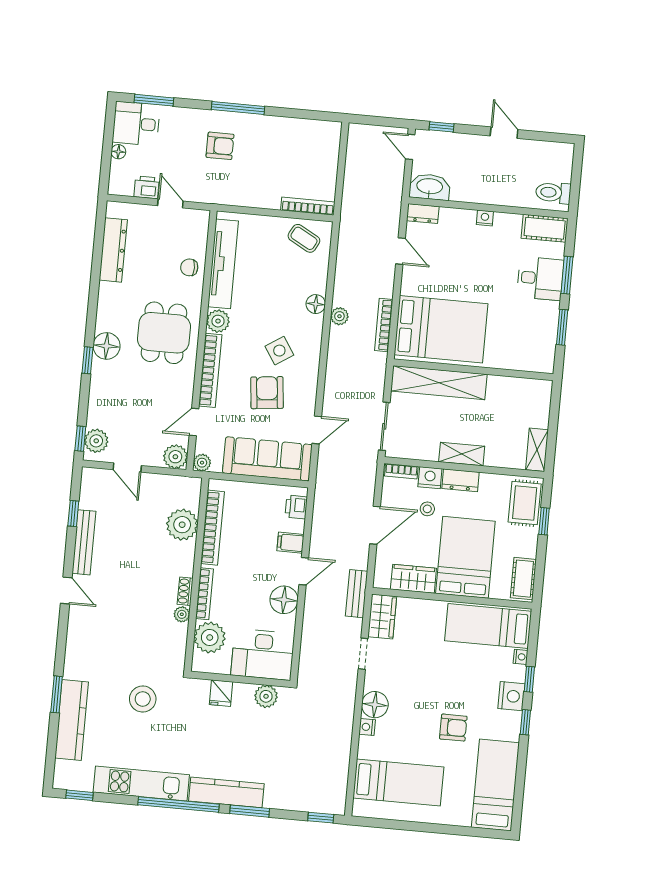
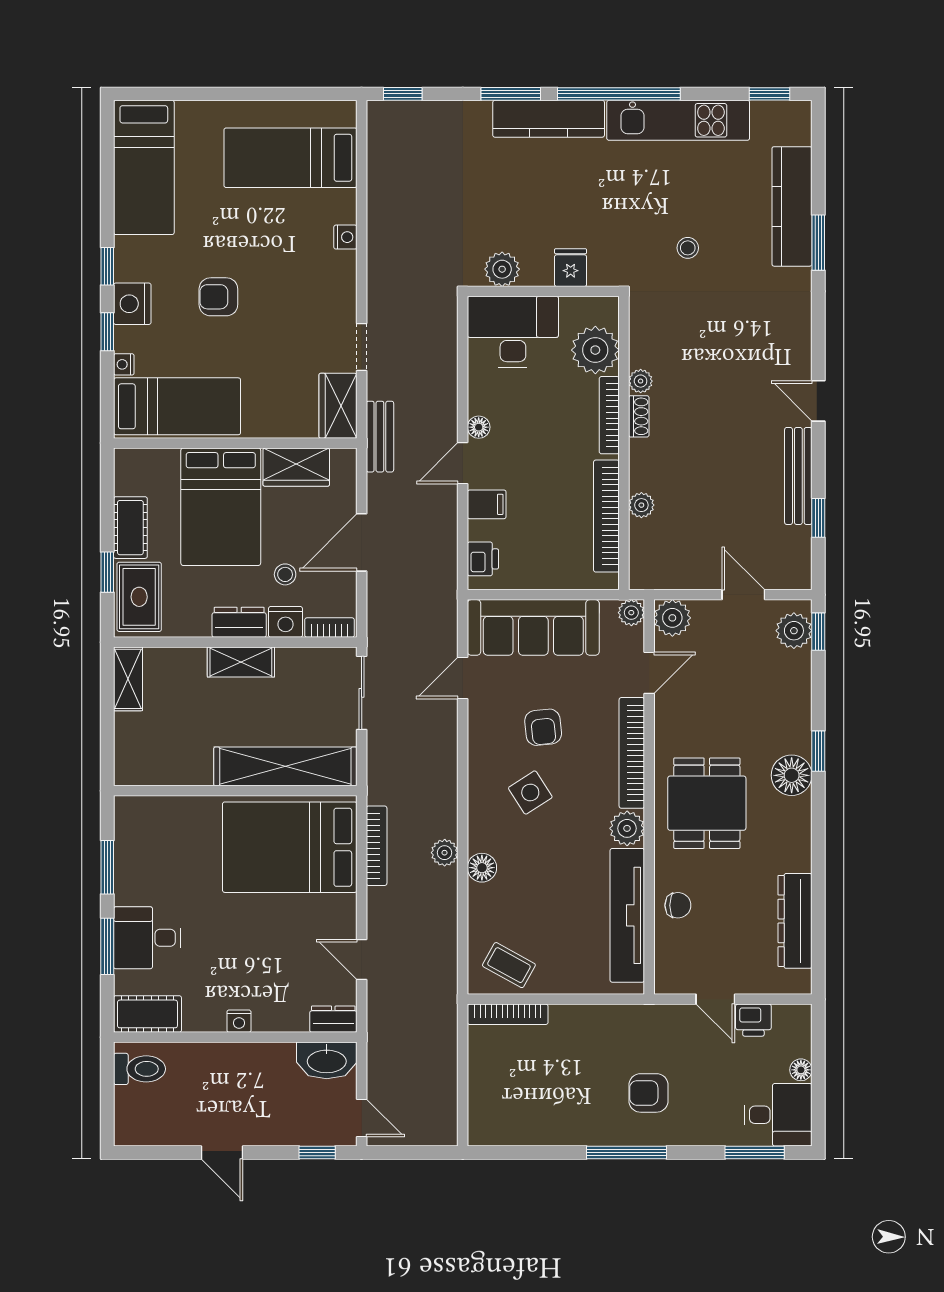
armchair: (267, 393) -> (543, 727), width x0.72, depth x0.72
plant: (182, 525) -> (641, 505), width x0.53, depth x0.53
cot: (523, 579) -> (130, 528), moved
floor lamp: (284, 600) -> (479, 427), width x0.53, depth x0.53
stool: (143, 699) -> (688, 248), width x0.53, depth x0.53
floor lamp: (375, 705) -> (337, 272), removed
armchair: (453, 728) -> (218, 297), moved

